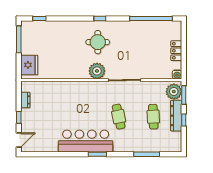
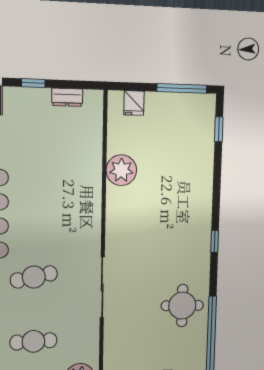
round table: (98, 42) -> (182, 306), moved
fridge: (29, 65) -> (134, 103), width x0.53, depth x0.75
plant: (97, 71) -> (121, 170), moved

